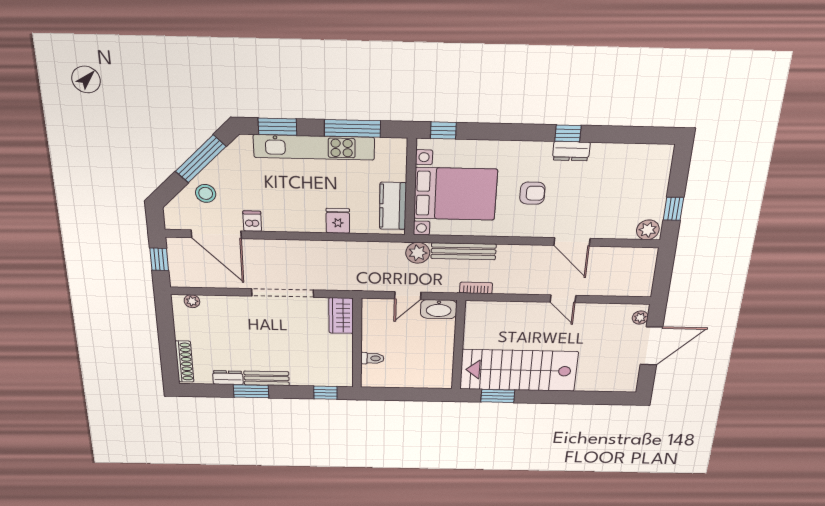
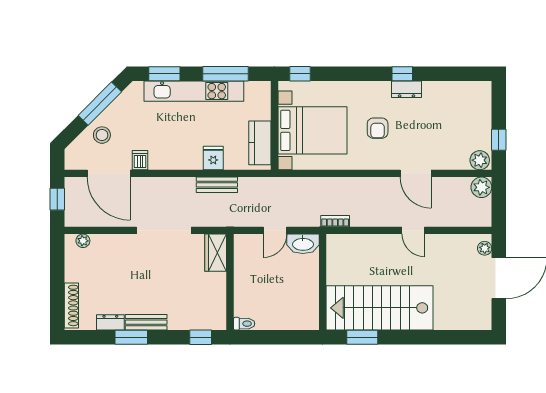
armchair: (532, 193) -> (378, 128), turned 90
bench: (464, 251) -> (217, 185), moved, width x0.73
plant: (418, 253) -> (481, 187), moved
toilet: (372, 358) -> (244, 324), moved

